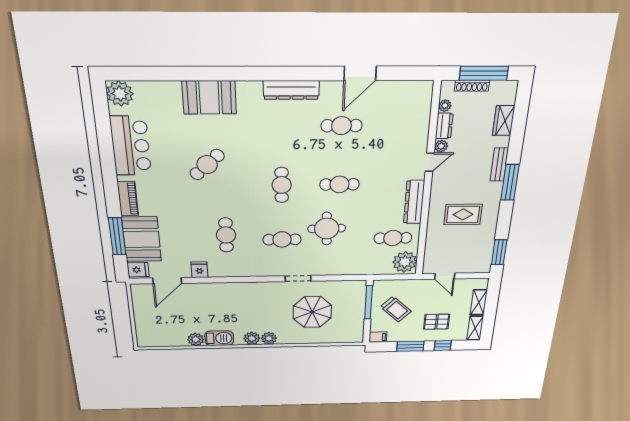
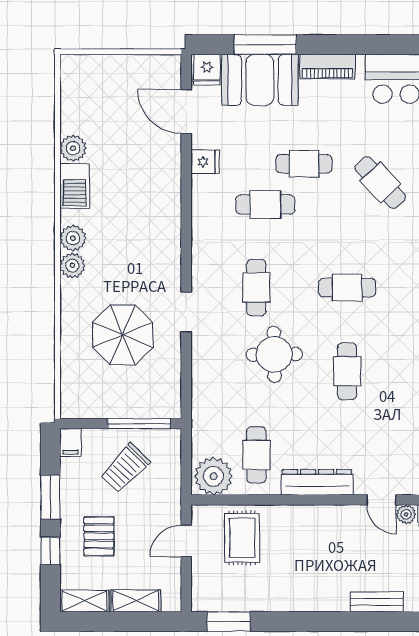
window: (510, 182) -> (348, 622), removed
cafe table: (197, 212) -> (304, 164), added
rug: (463, 214) -> (242, 538), moved

